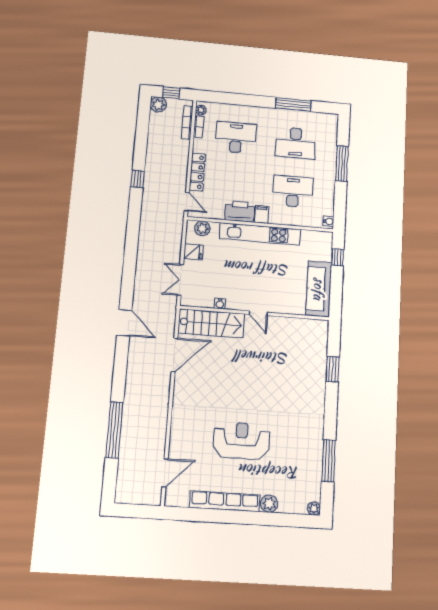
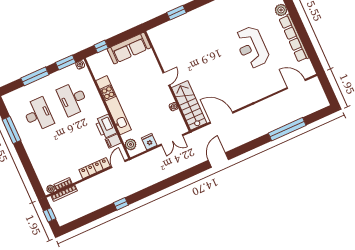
plant: (158, 105) -> (63, 219), removed
desk: (236, 137) -> (57, 156), removed
window: (340, 206) -> (66, 62), added
filing cabinet: (262, 214) -> (113, 141), moved

